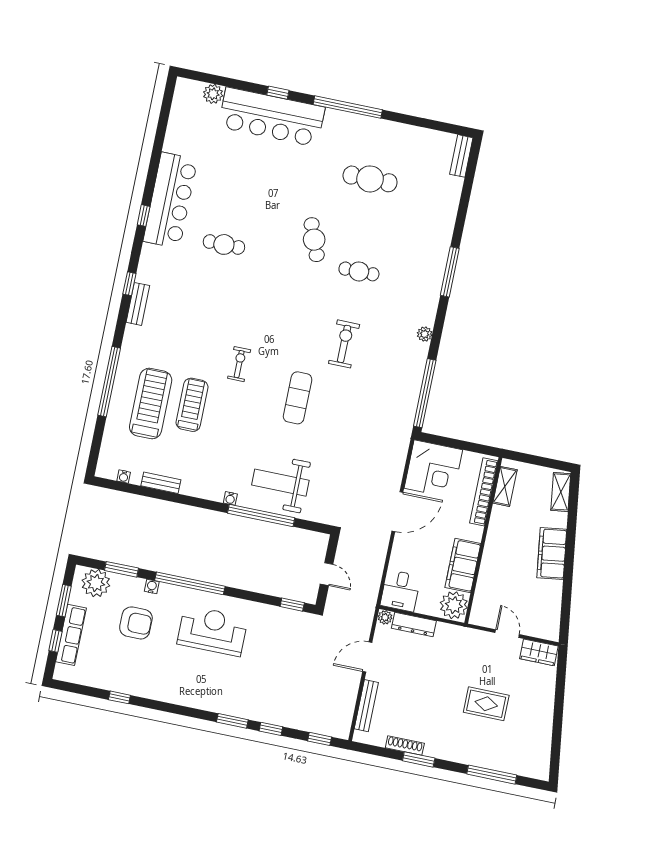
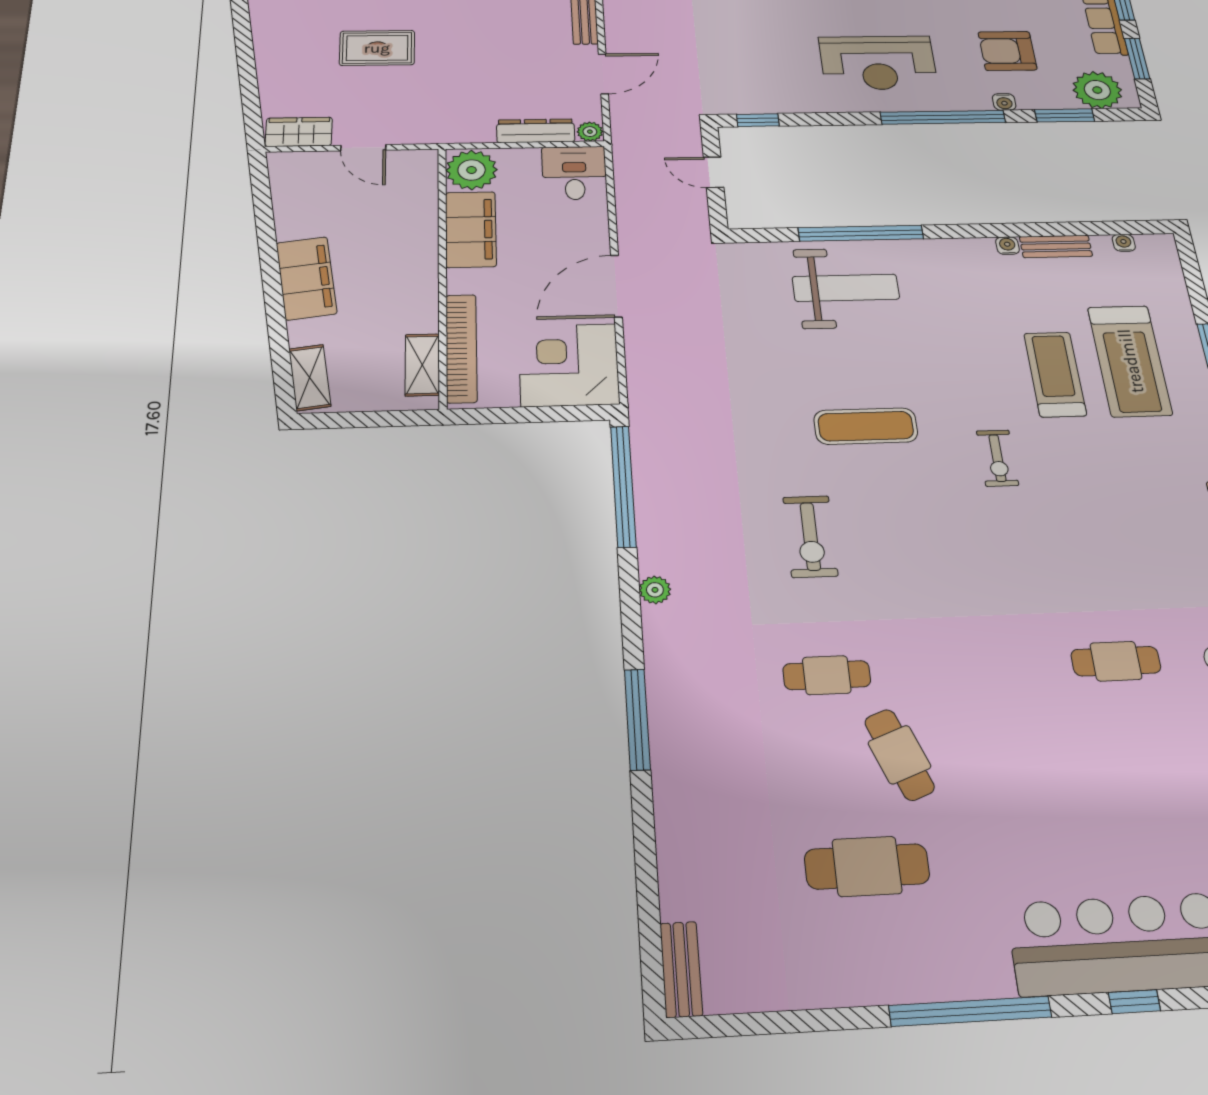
cafe table: (314, 240) -> (899, 755), moved
exercise mat: (298, 398) -> (866, 426), turned 90
treadmill: (192, 405) -> (1055, 374), turned 180
water cooler: (230, 498) -> (1007, 246), moved

